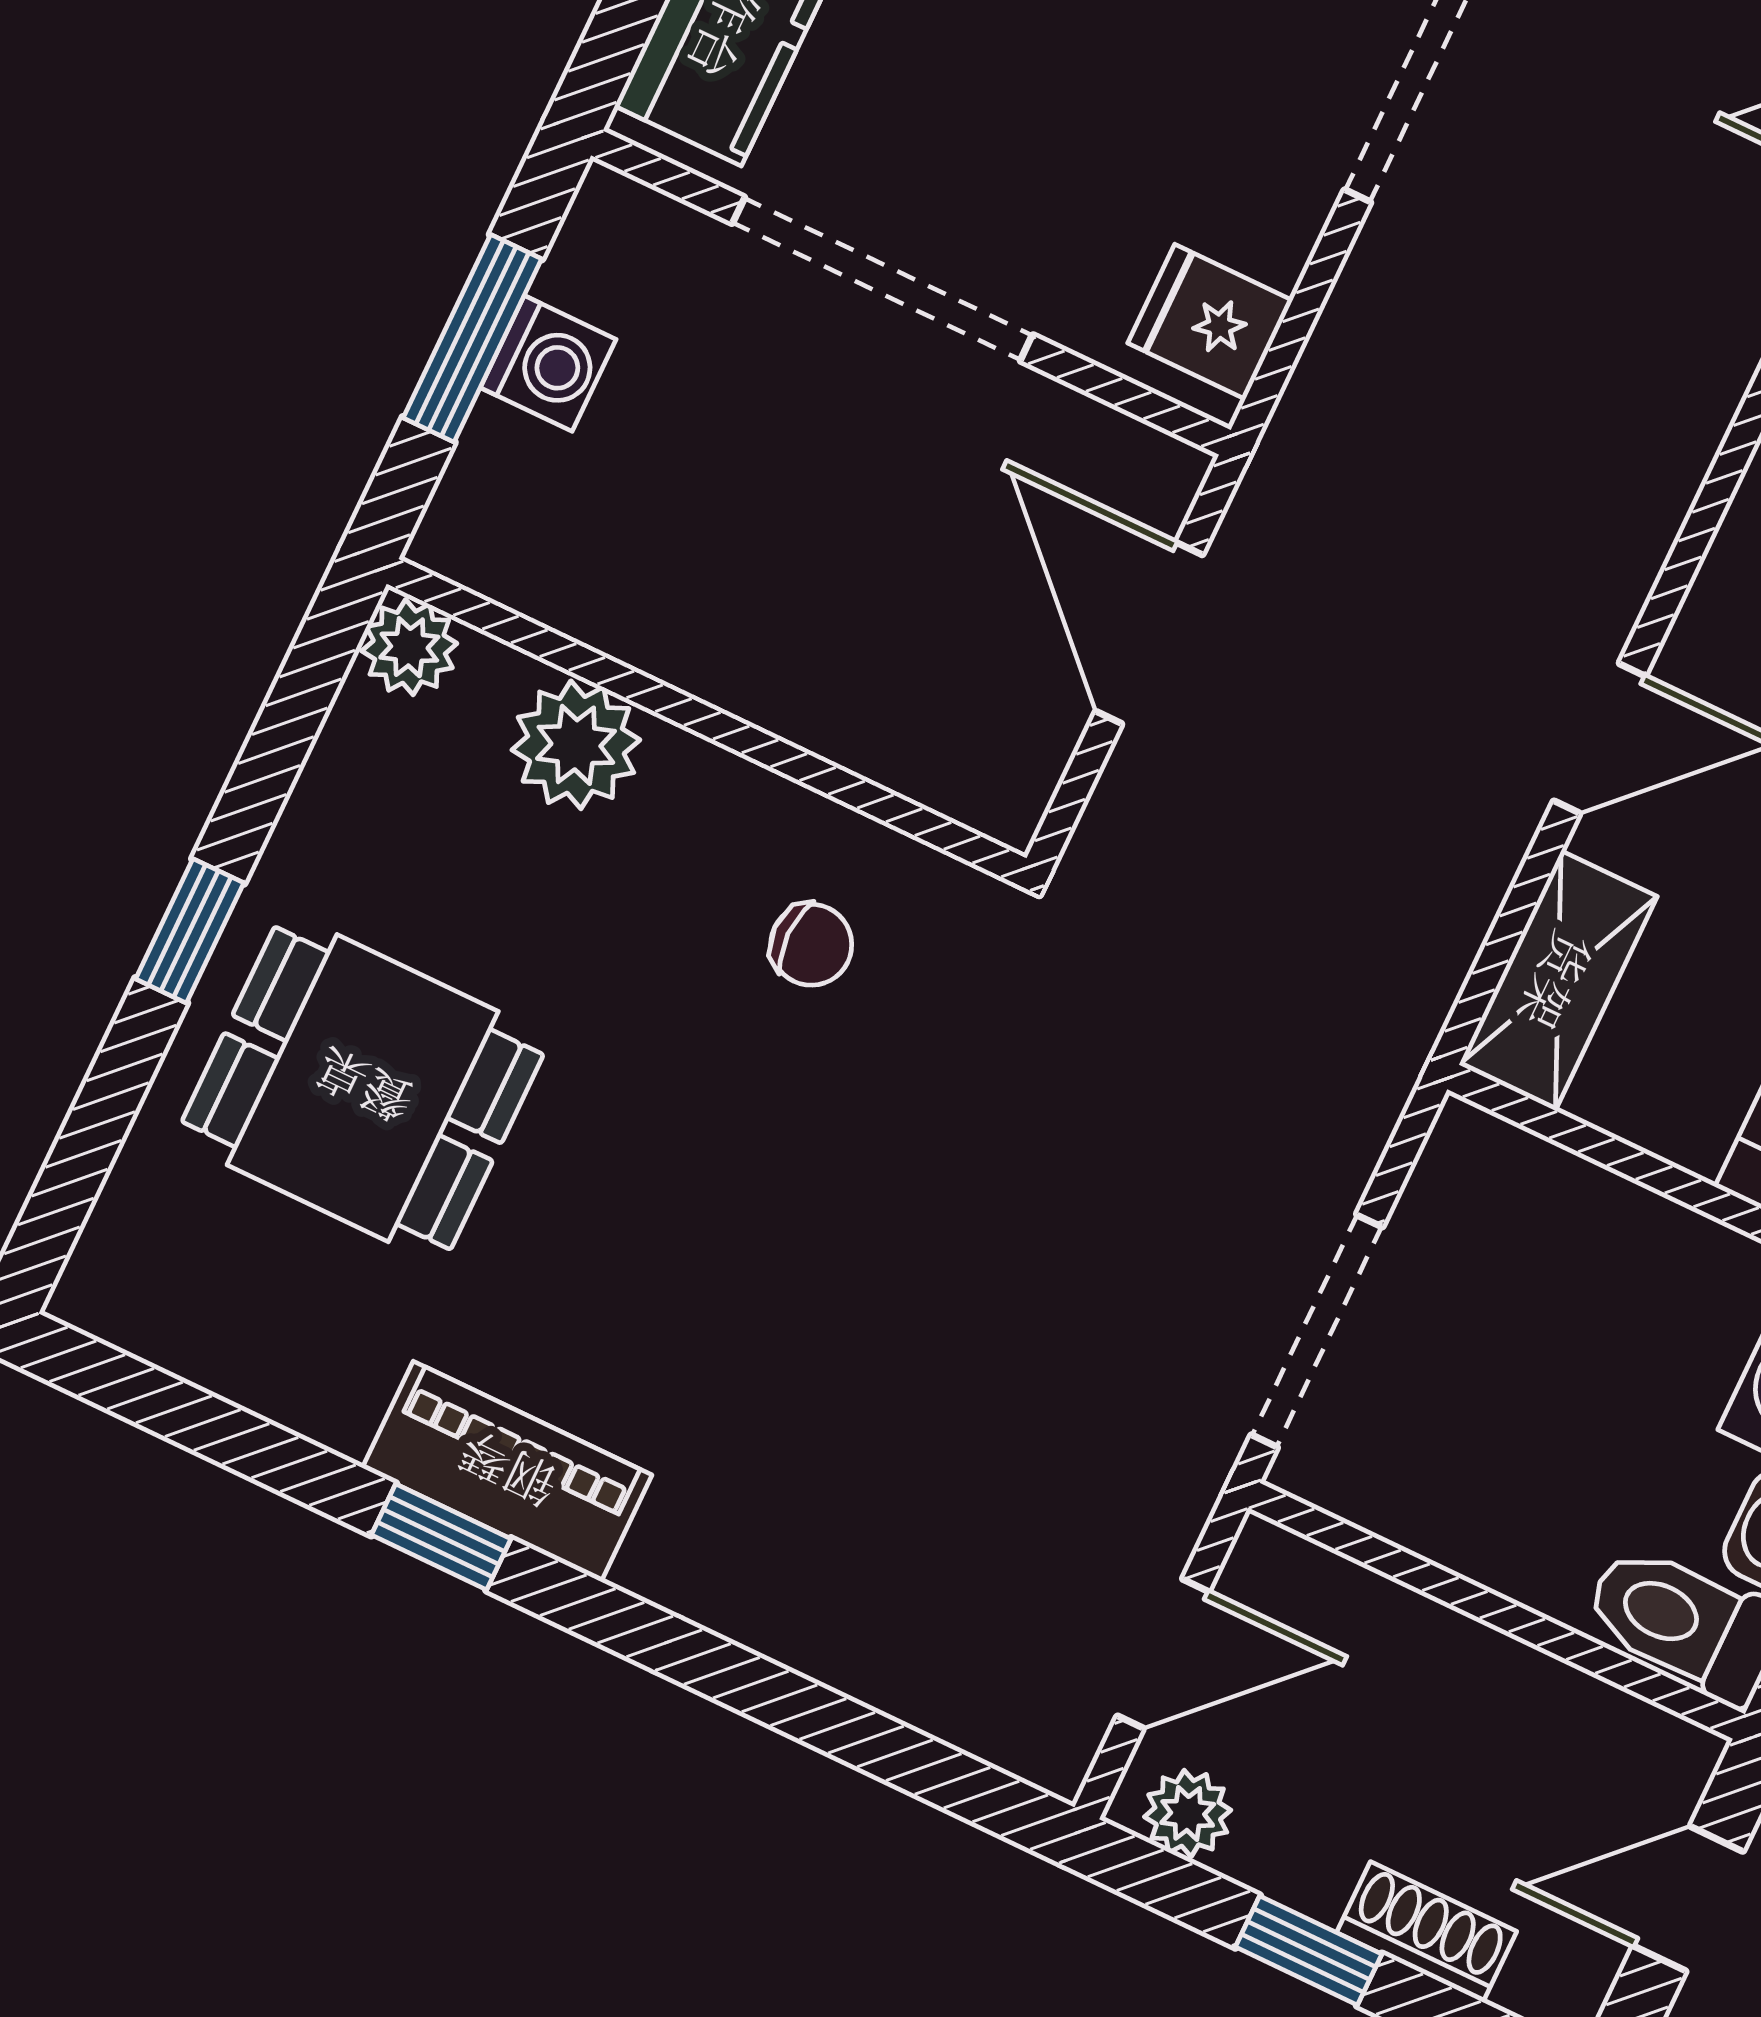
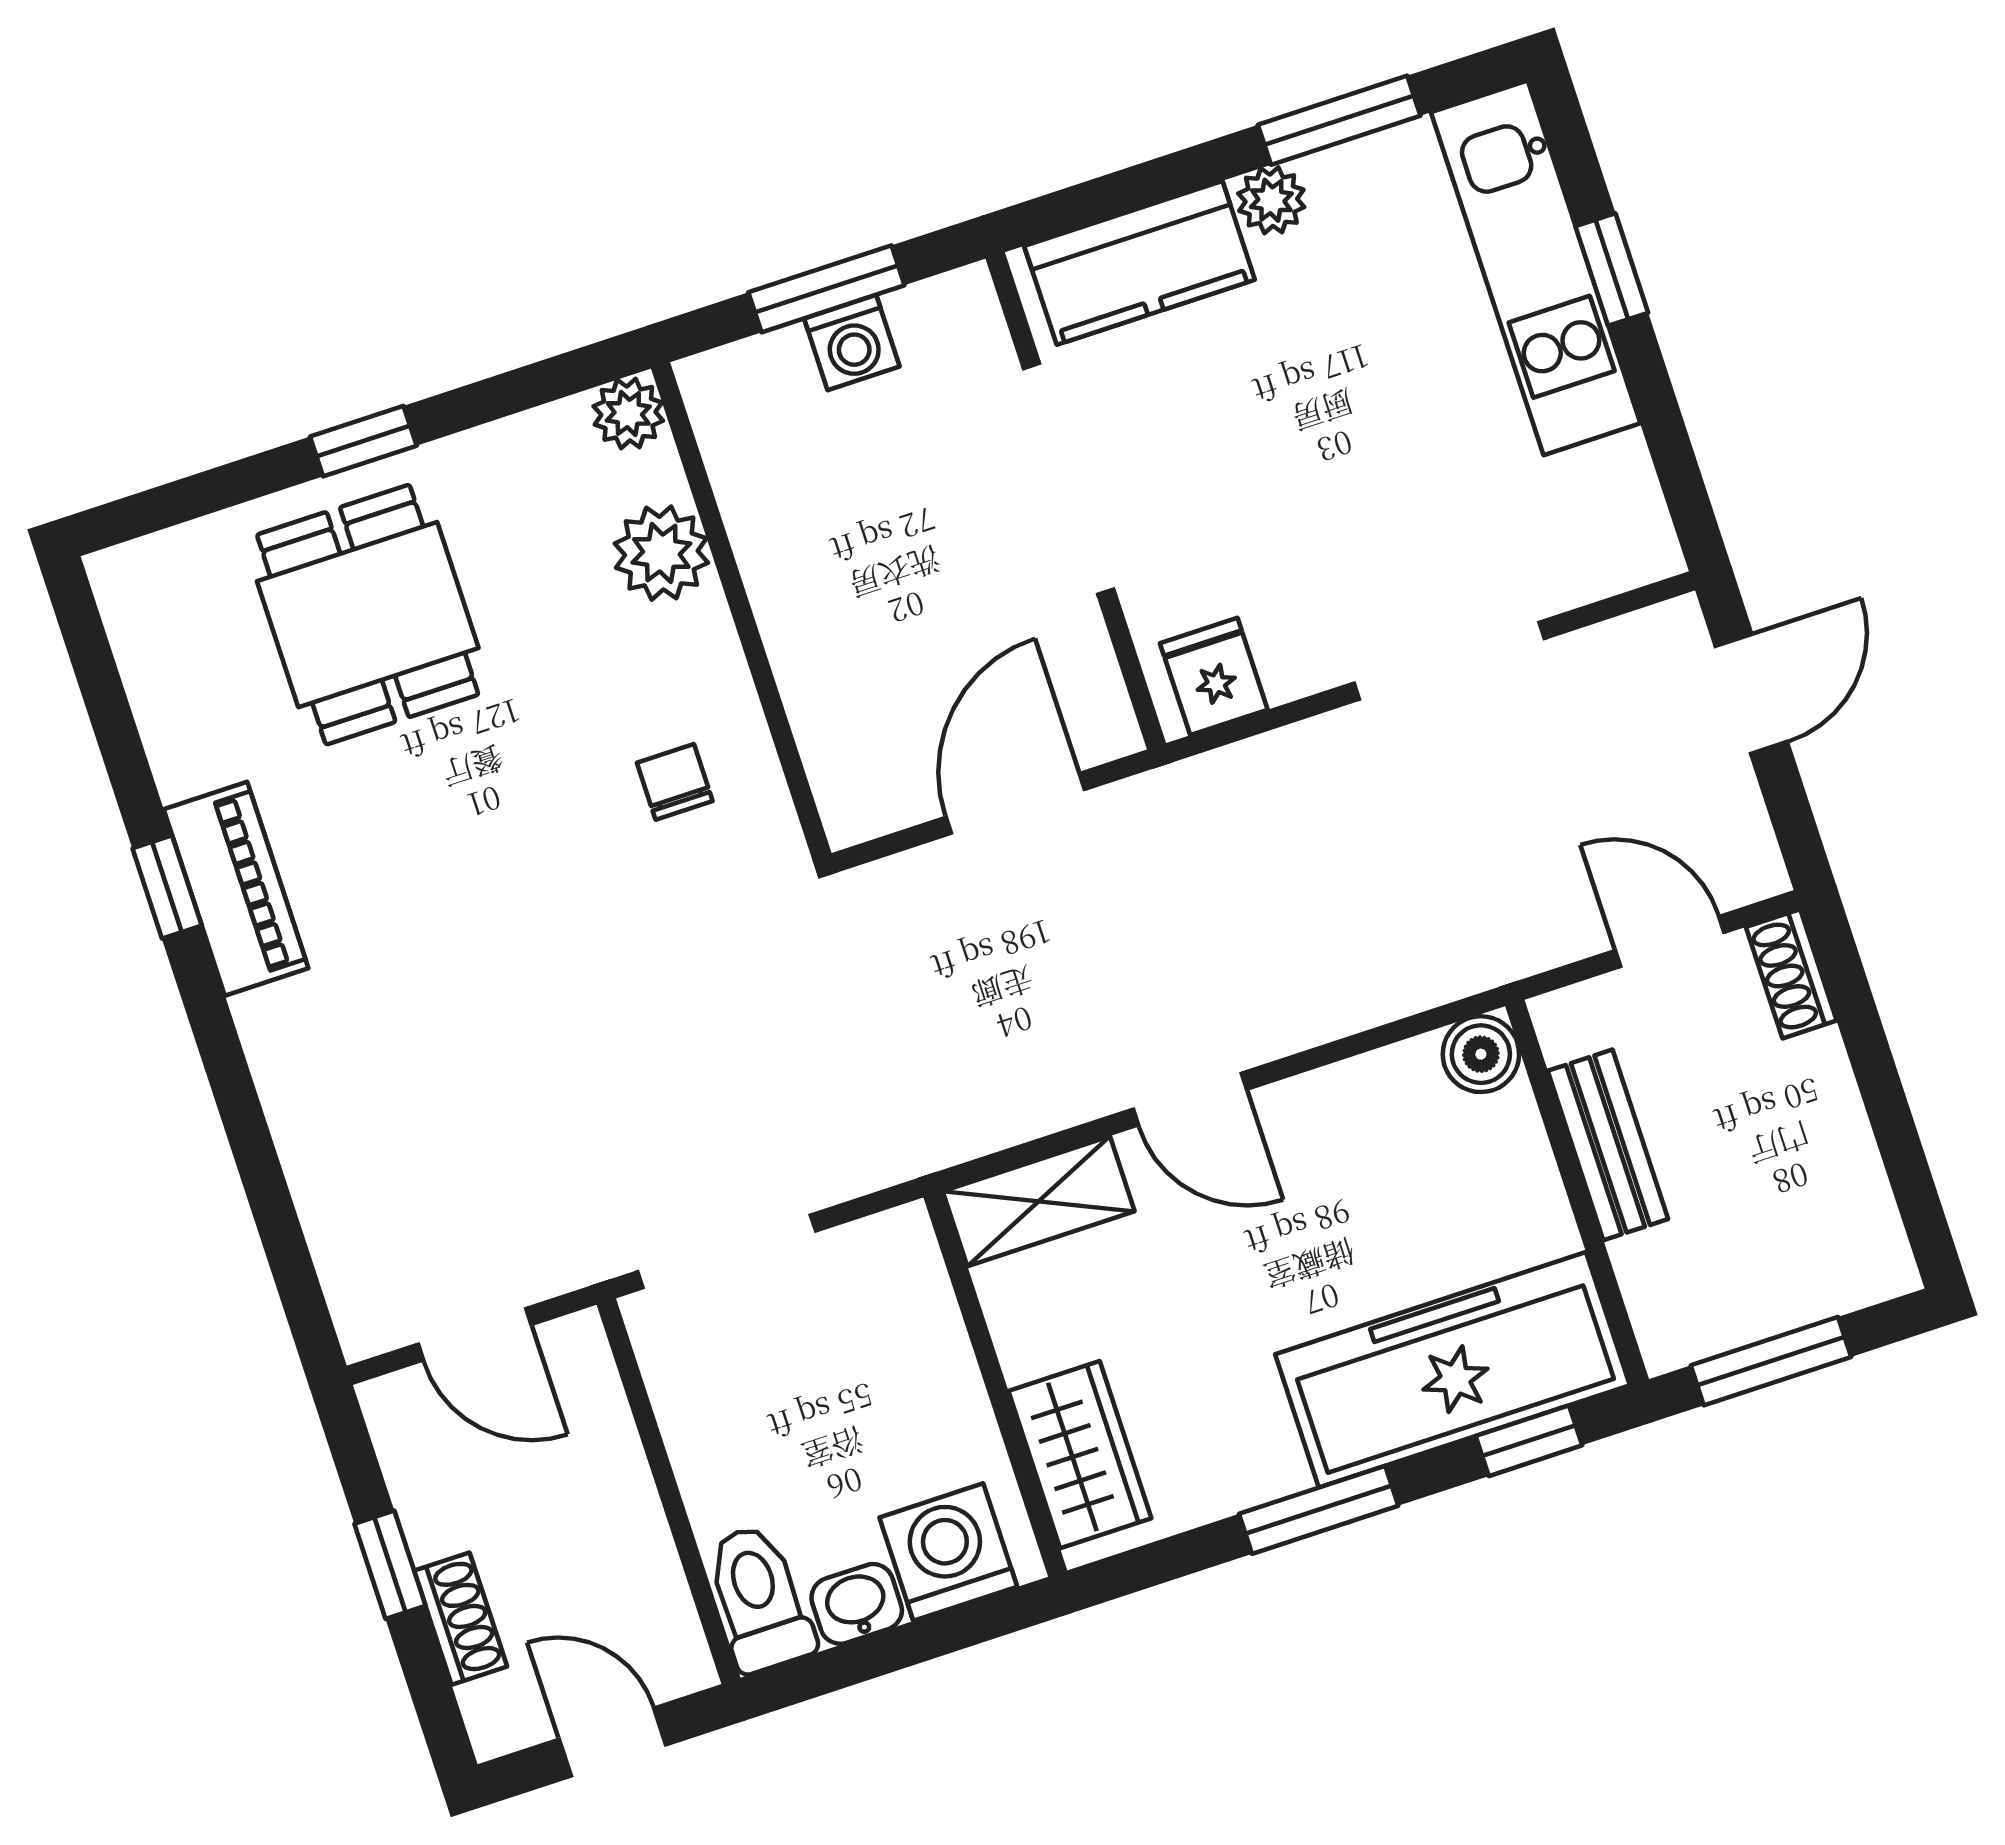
chair: (811, 945) -> (675, 782), turned 180
plant: (1188, 1813) -> (402, 1430), removed

